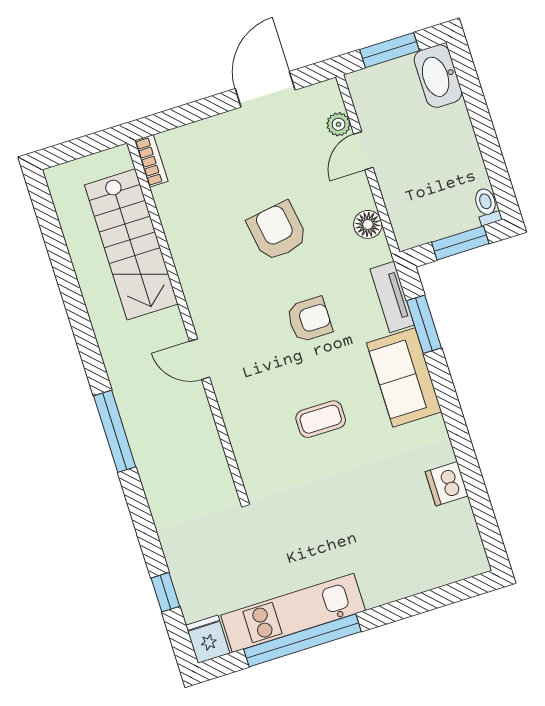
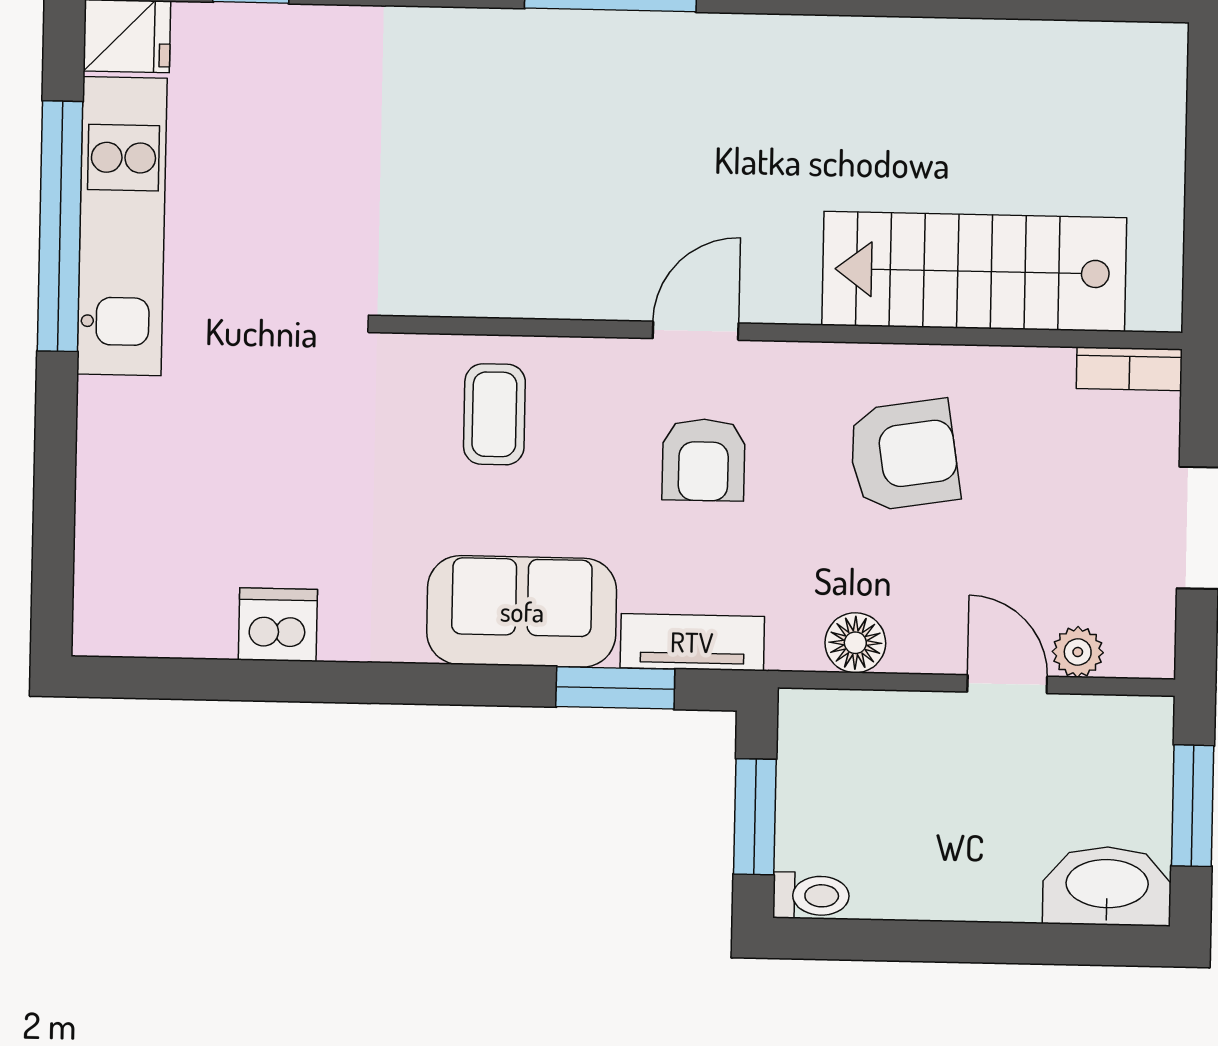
bookcase: (151, 161) -> (1129, 369), moved
stairs: (131, 244) -> (974, 271), moved
wall: (187, 320) -> (784, 333), moved
door: (200, 359) -> (696, 331), moved

